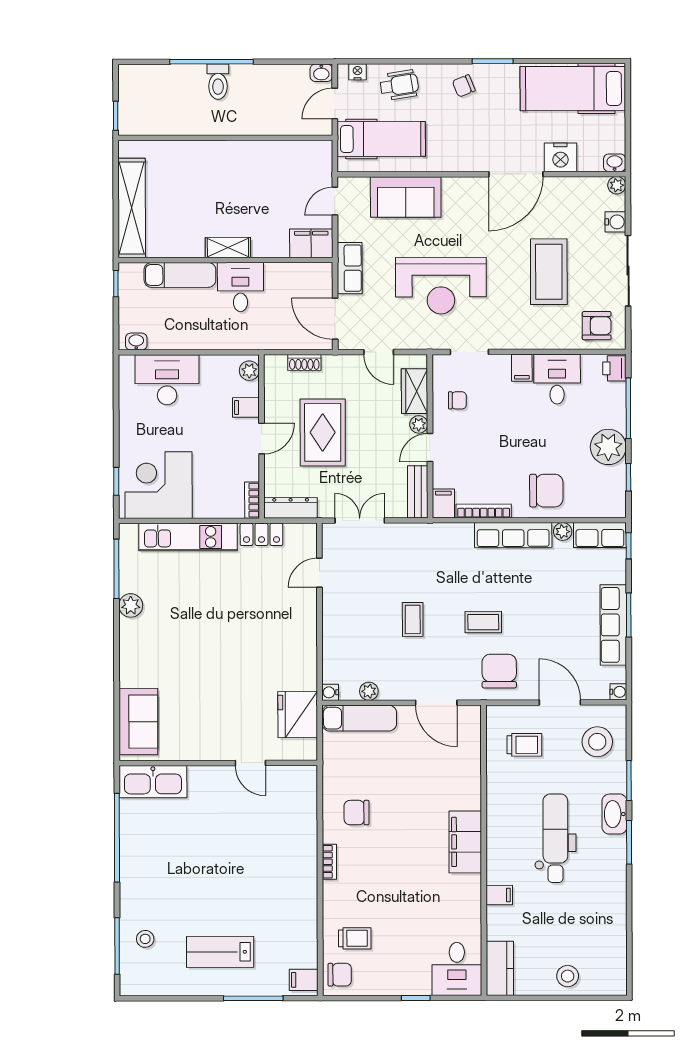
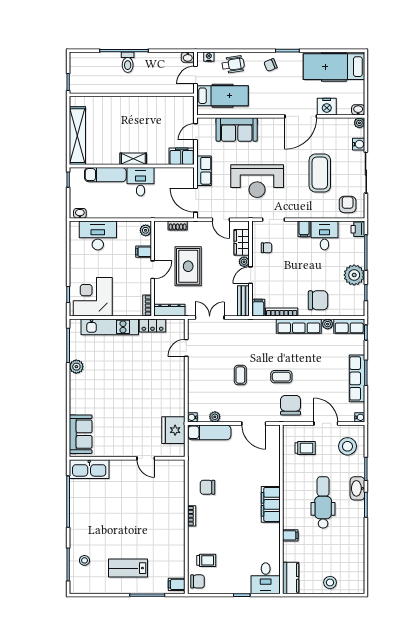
armchair: (597, 326) -> (348, 204), turned -90

